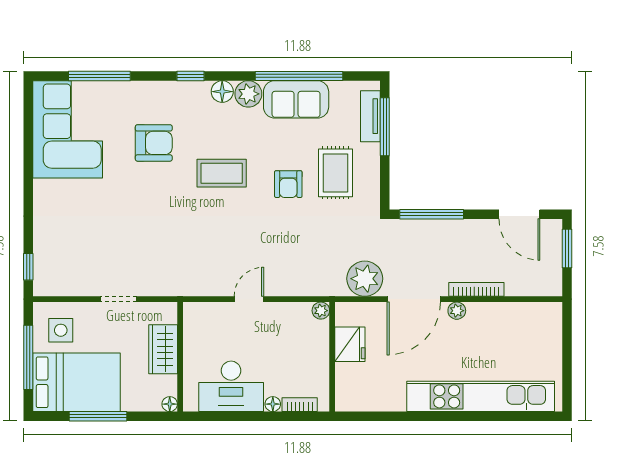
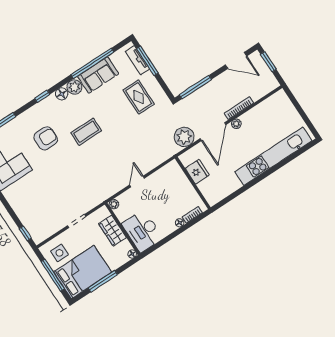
armchair: (288, 184) -> (120, 117), removed
plant: (321, 311) -> (114, 204), moved
desk: (231, 386) -> (142, 231), moved, turned 90

